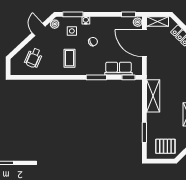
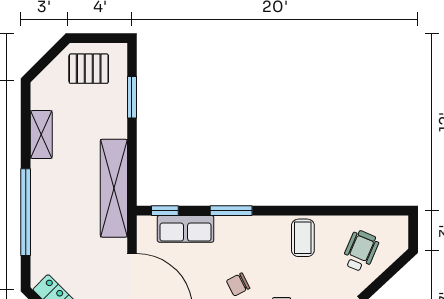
coffee table: (70, 58) -> (303, 238), moved
shelving: (153, 96) -> (114, 188), width x1.47

